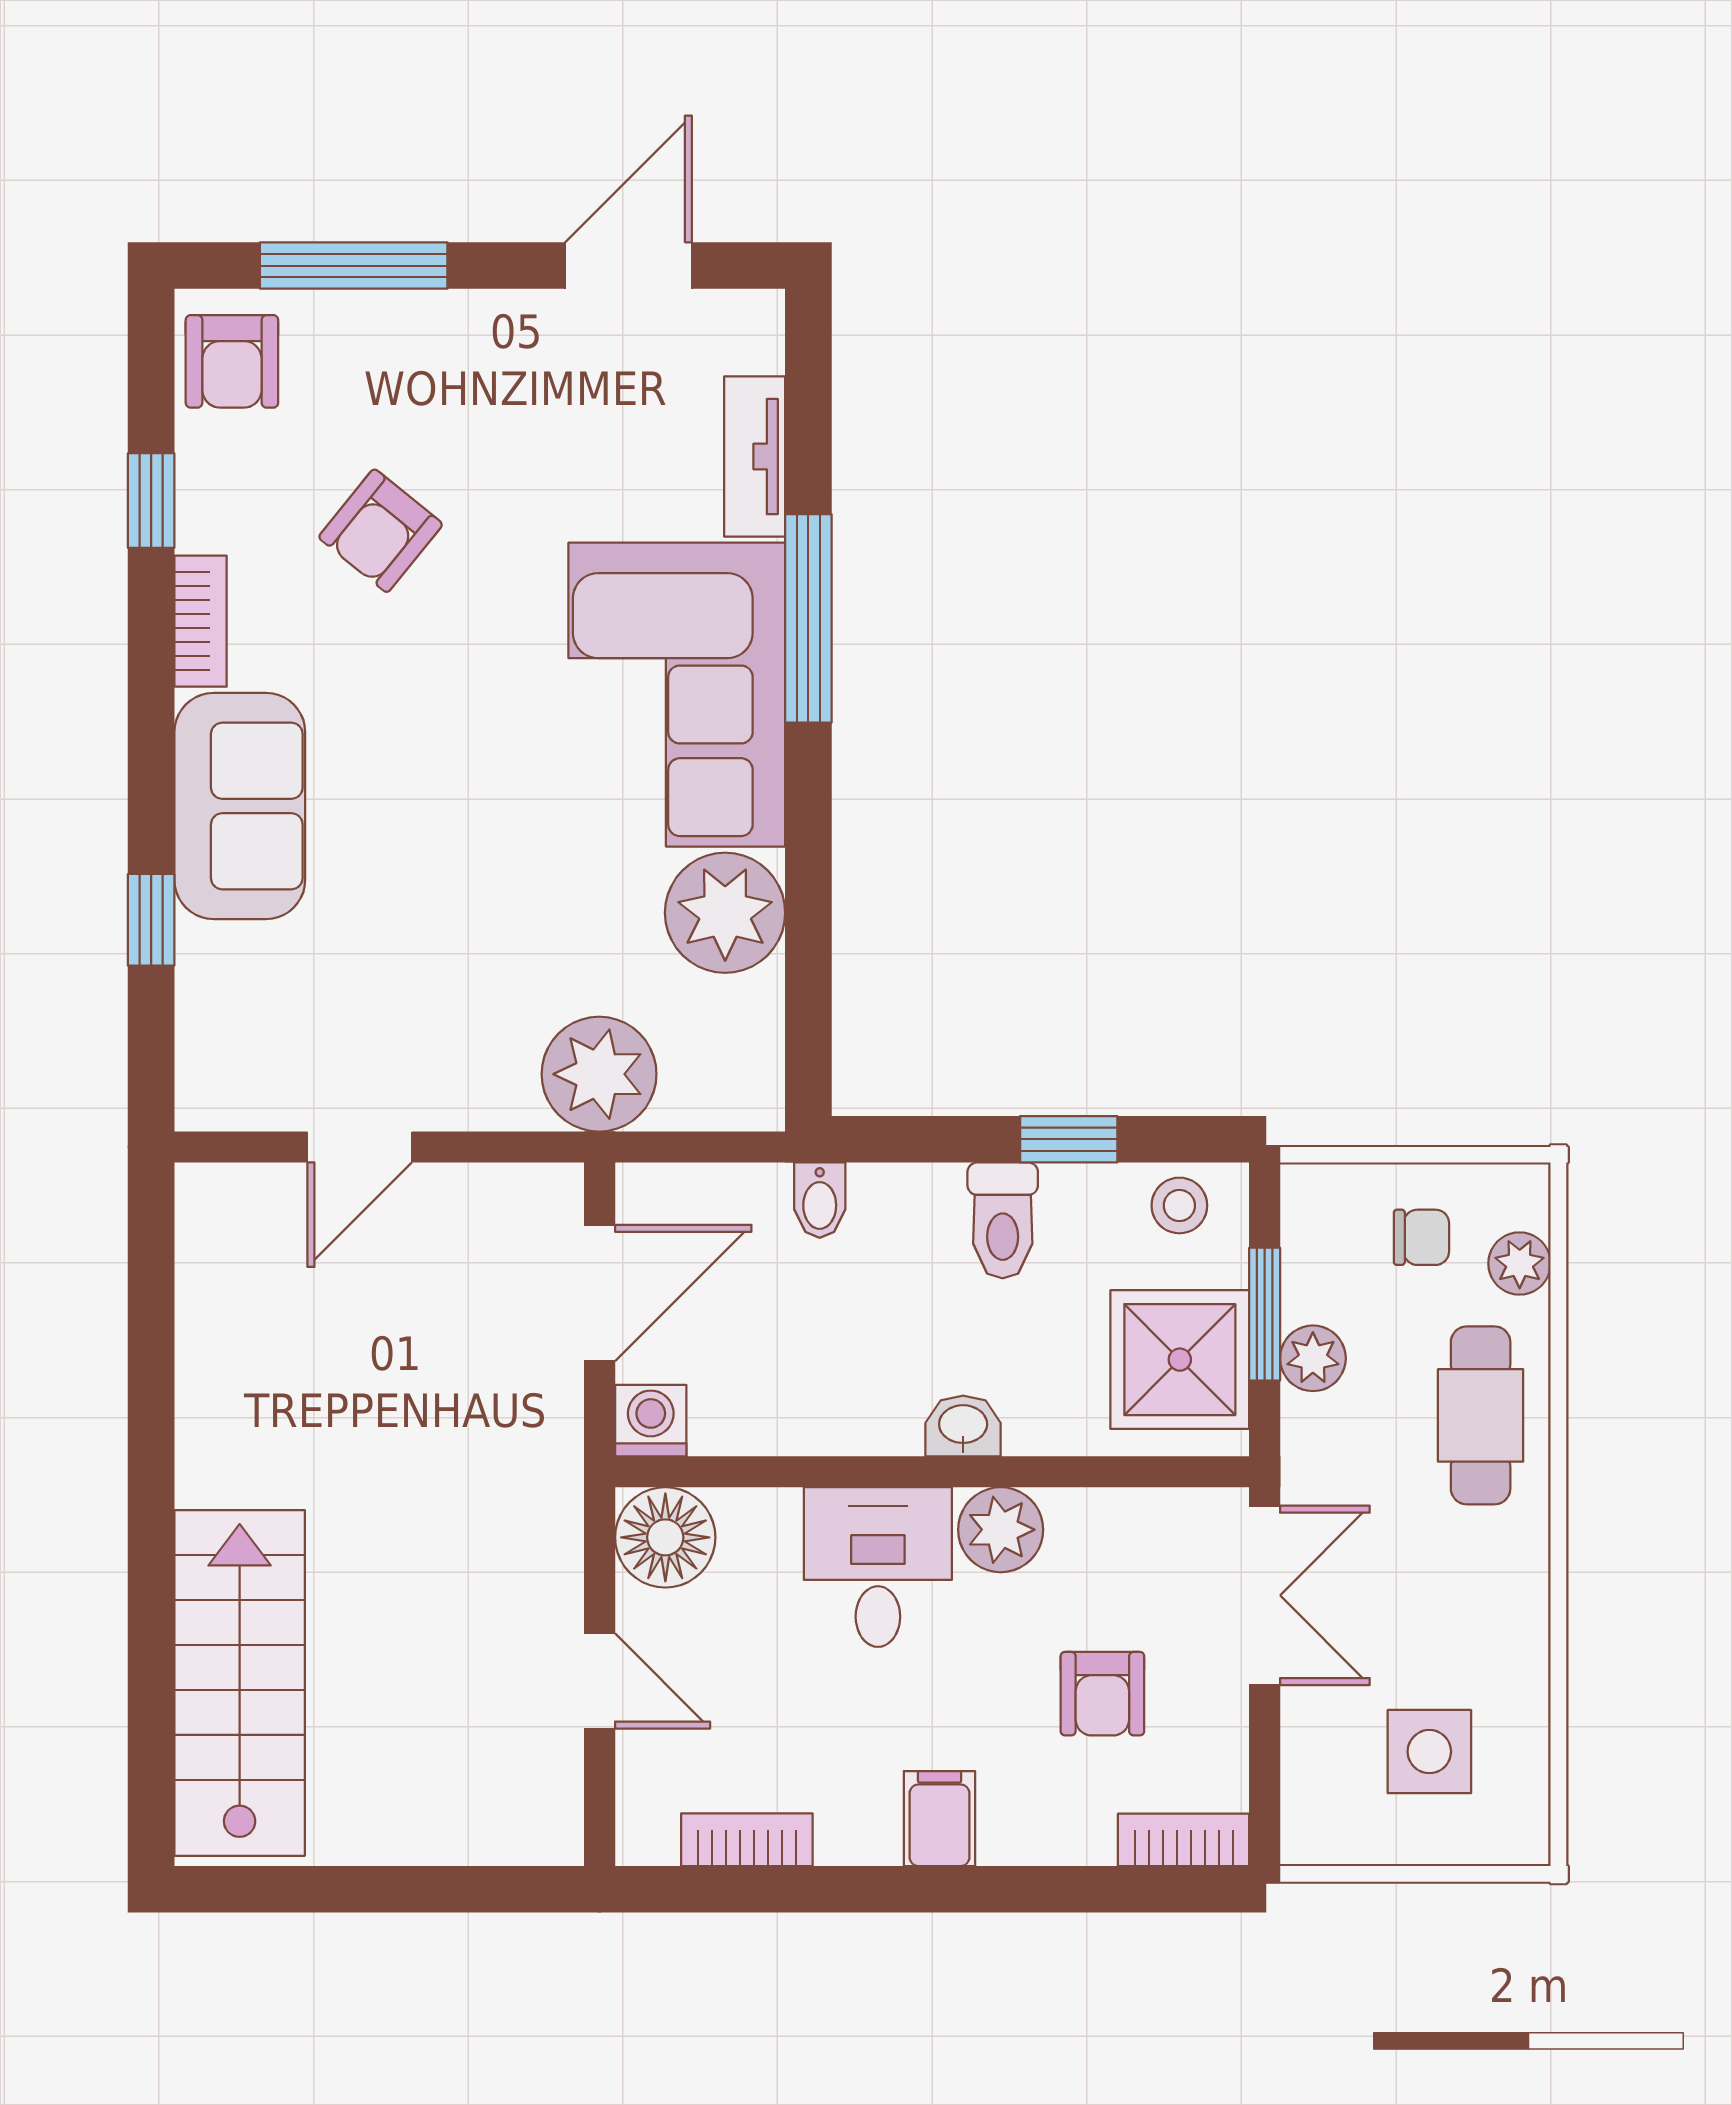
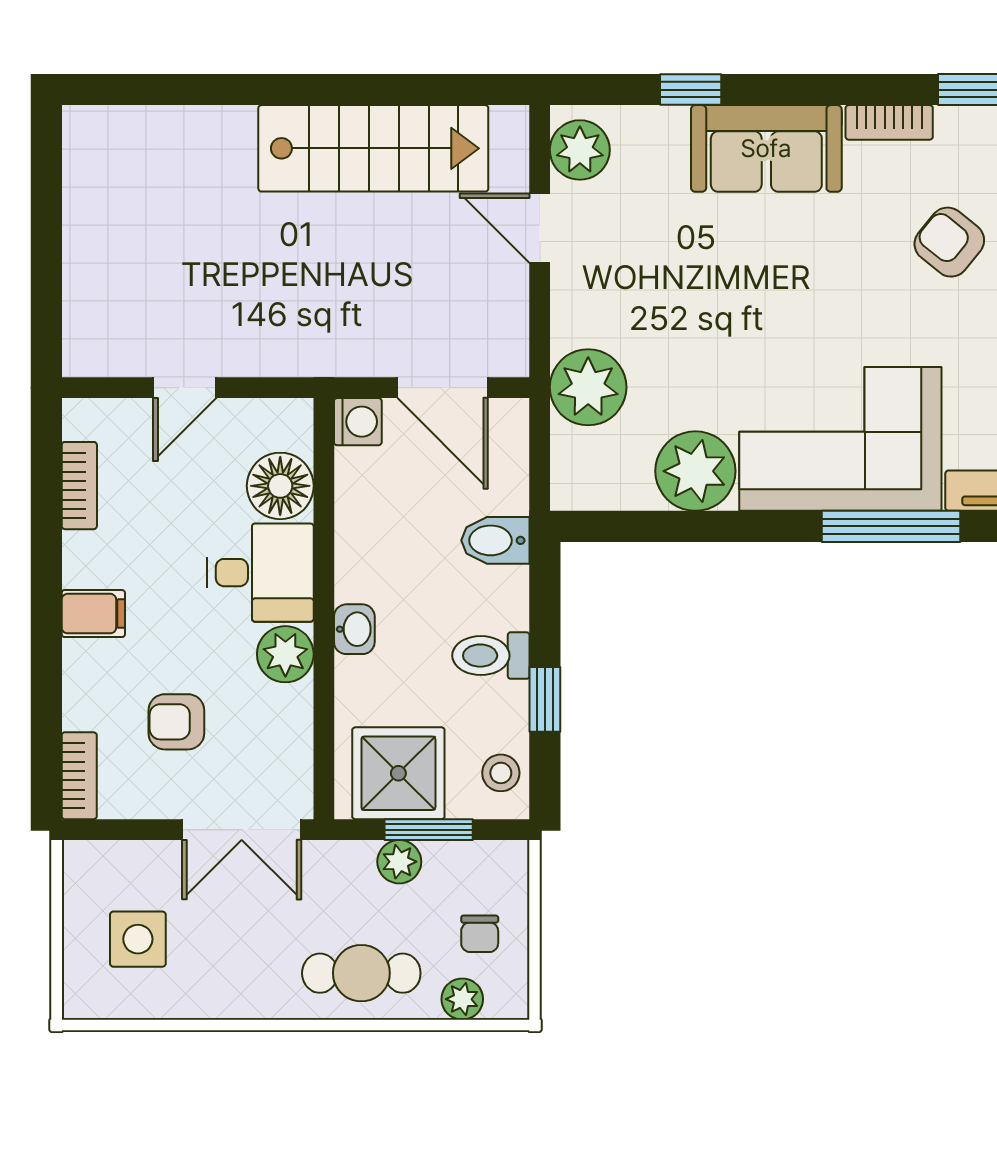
plant: (242, 1087) -> (580, 150), added
bidet: (820, 1200) -> (495, 540), width x1.38, depth x1.36
floor lamp: (665, 1537) -> (280, 486), moved
stairs: (240, 1683) -> (373, 148), moved

